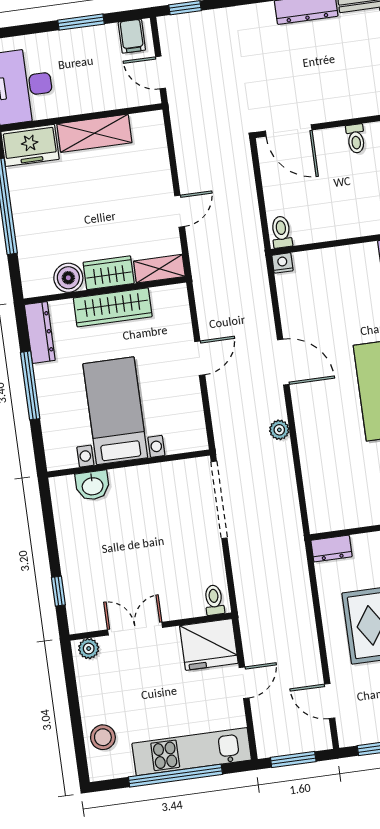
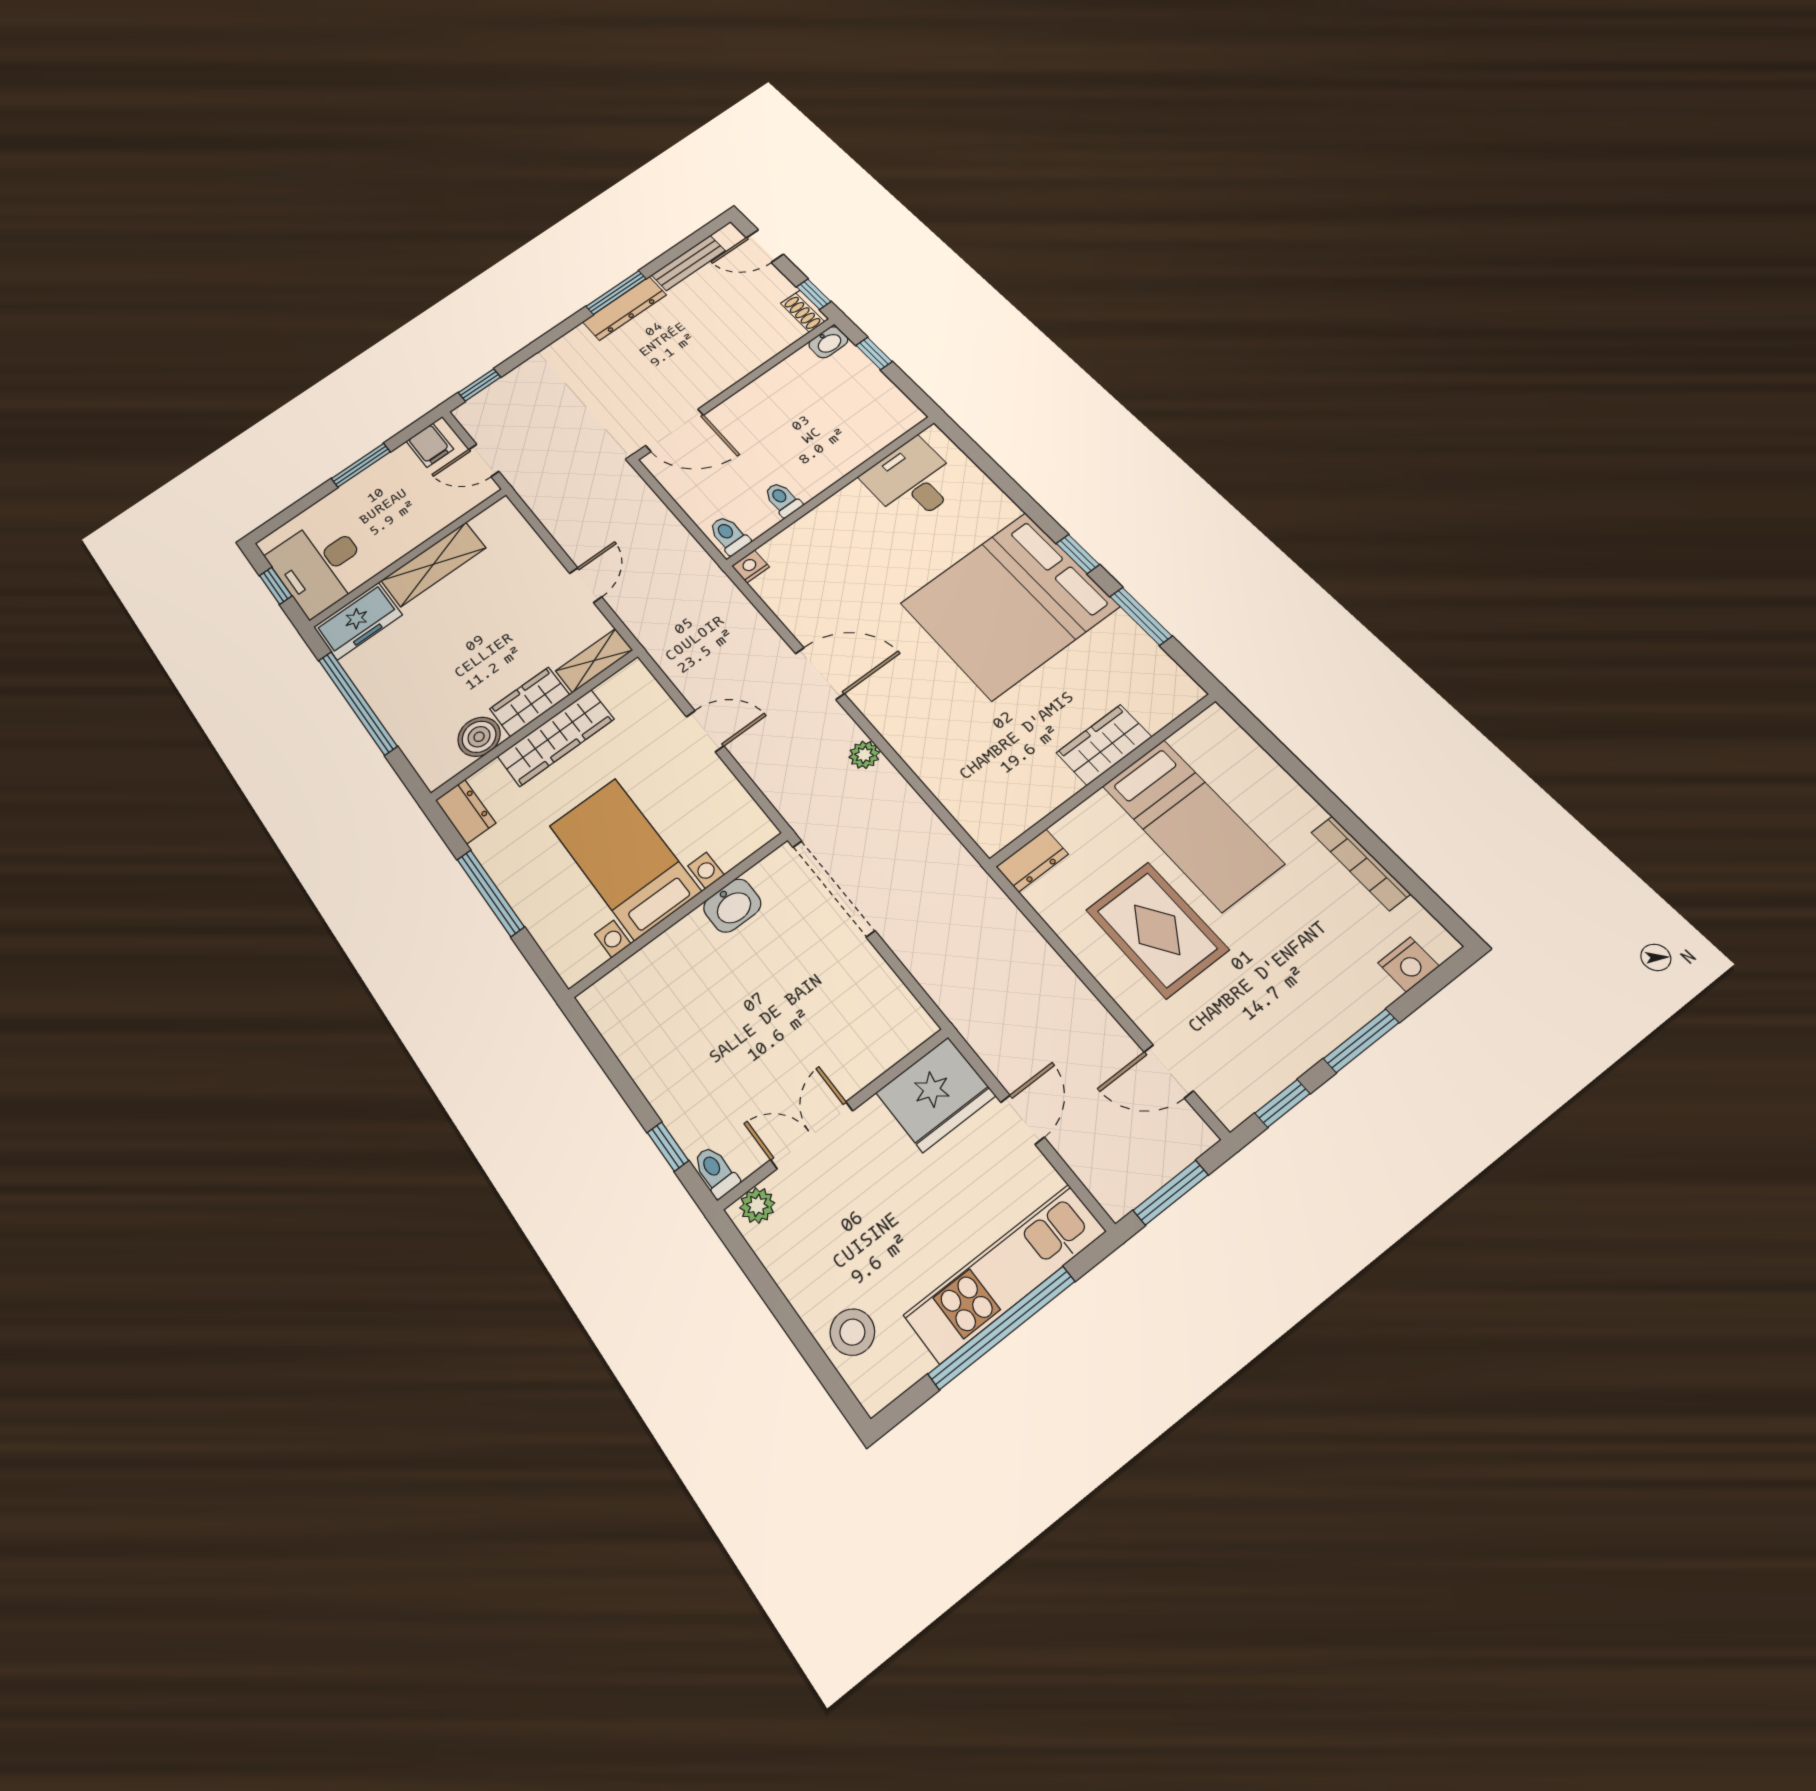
toilet: (356, 139) -> (783, 499), moved, turned 180
dresser: (40, 332) -> (466, 812), width x0.70
door: (200, 358) -> (705, 731), hinge flipped
washbasin: (92, 486) -> (732, 906), moved
toilet: (214, 600) -> (716, 1172), moved

